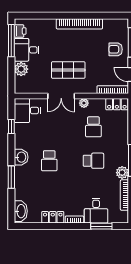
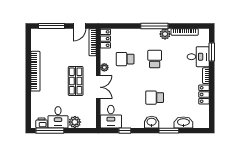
armchair: (116, 49) -> (58, 40), removed
school desk: (93, 127) -> (125, 59), turned 180
school desk: (49, 161) -> (155, 98), turned 180
washbasin: (21, 211) -> (183, 122), moved

